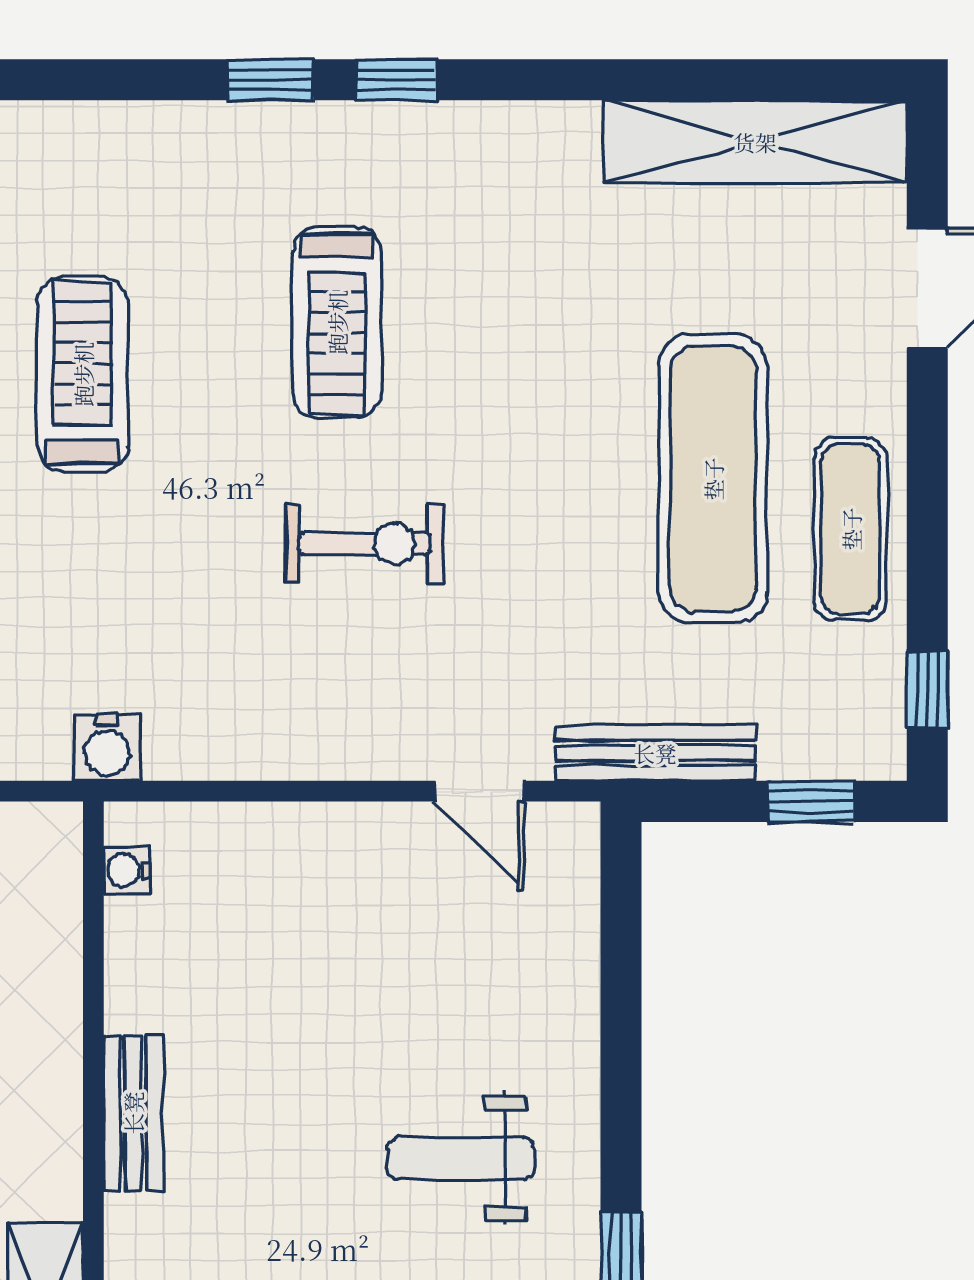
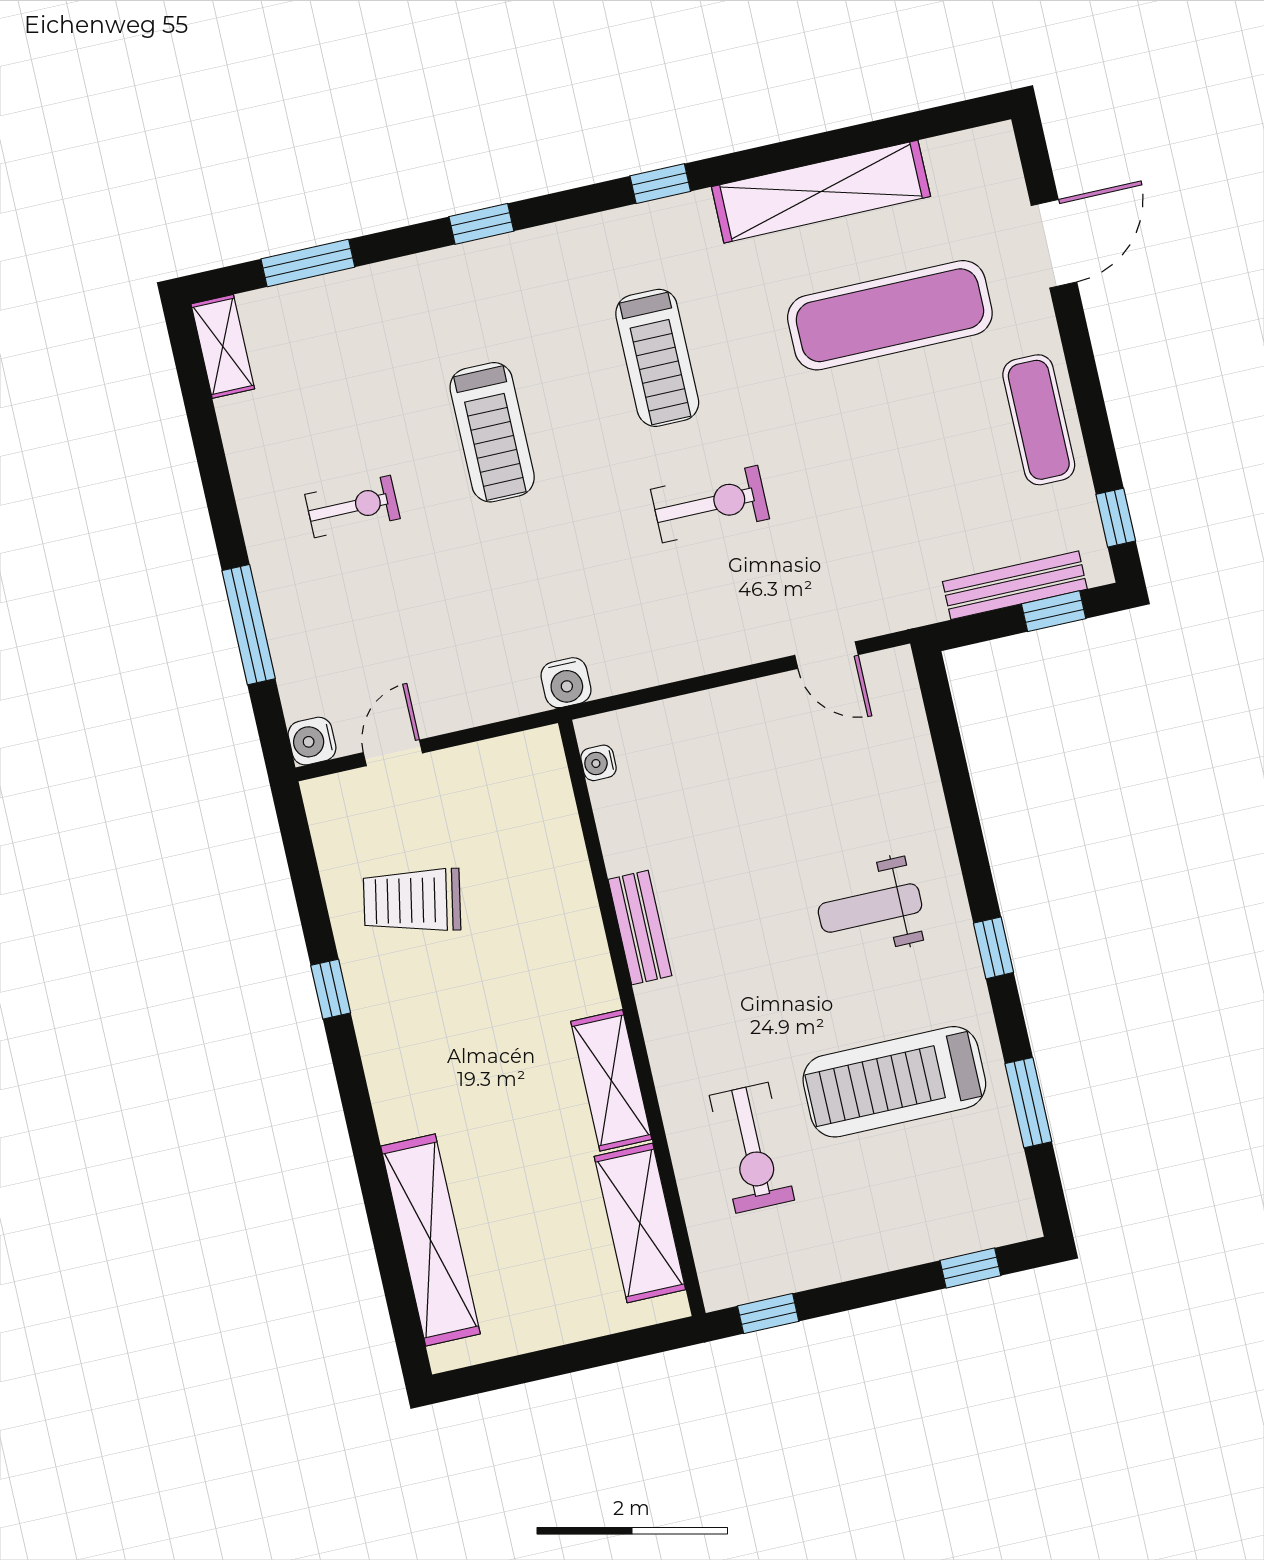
window: (270, 80) -> (481, 224), moved
shelving: (755, 142) -> (821, 192), moved
treadmill: (83, 374) -> (492, 432), turned 180
exercise mat: (713, 479) -> (890, 315), moved, turned 90
bench: (655, 753) -> (1015, 585), moved

